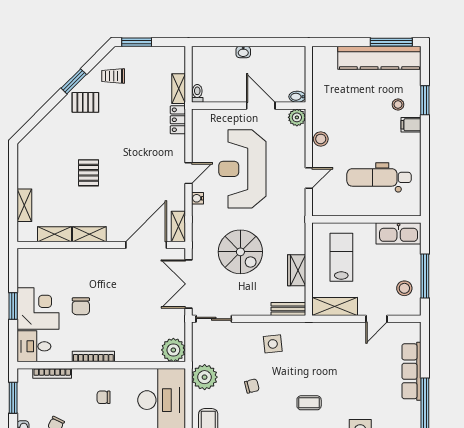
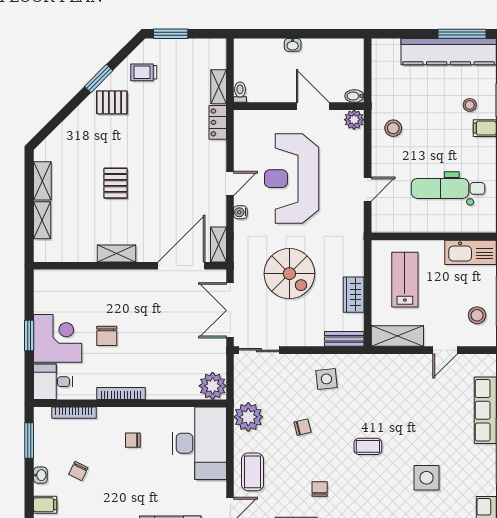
stool: (321, 139) -> (393, 128), moved
shelving: (54, 234) -> (42, 181), moved, turned 90

